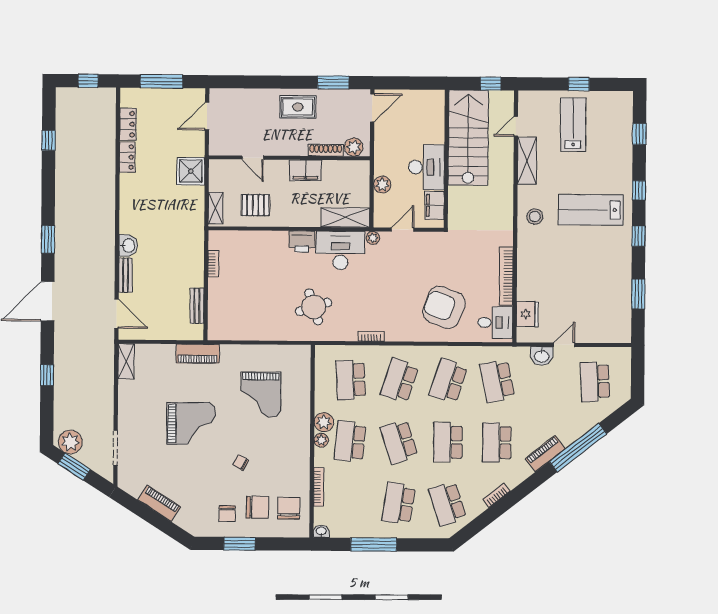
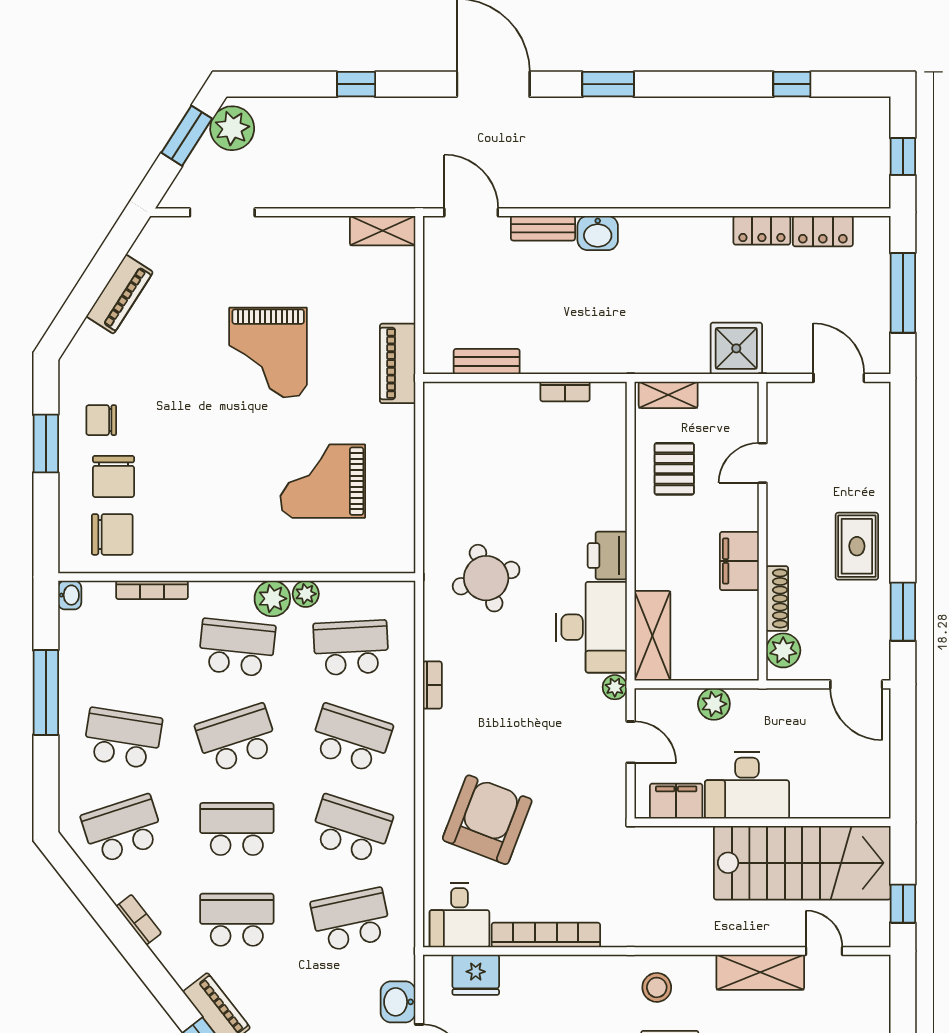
door: (116, 314) -> (471, 212), swing flipped
plant: (321, 440) -> (306, 594), moved
chair: (241, 463) -> (196, 445), removed

